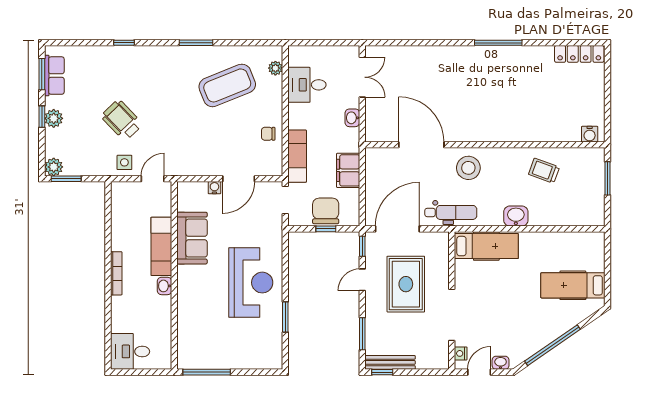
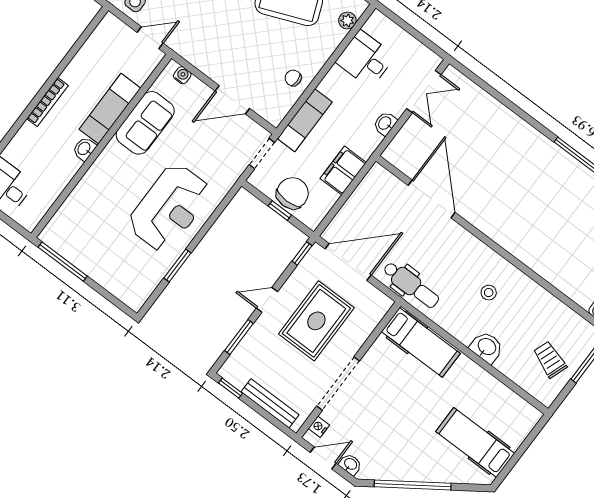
stool: (468, 168) -> (489, 293), moved, width x0.53, depth x0.53
trolley: (544, 171) -> (550, 360), moved
water cooler: (214, 188) -> (182, 75), moved
washbasin: (516, 216) -> (487, 347), moved
door: (362, 280) -> (267, 300), moved
bench: (390, 362) -> (270, 403), moved

